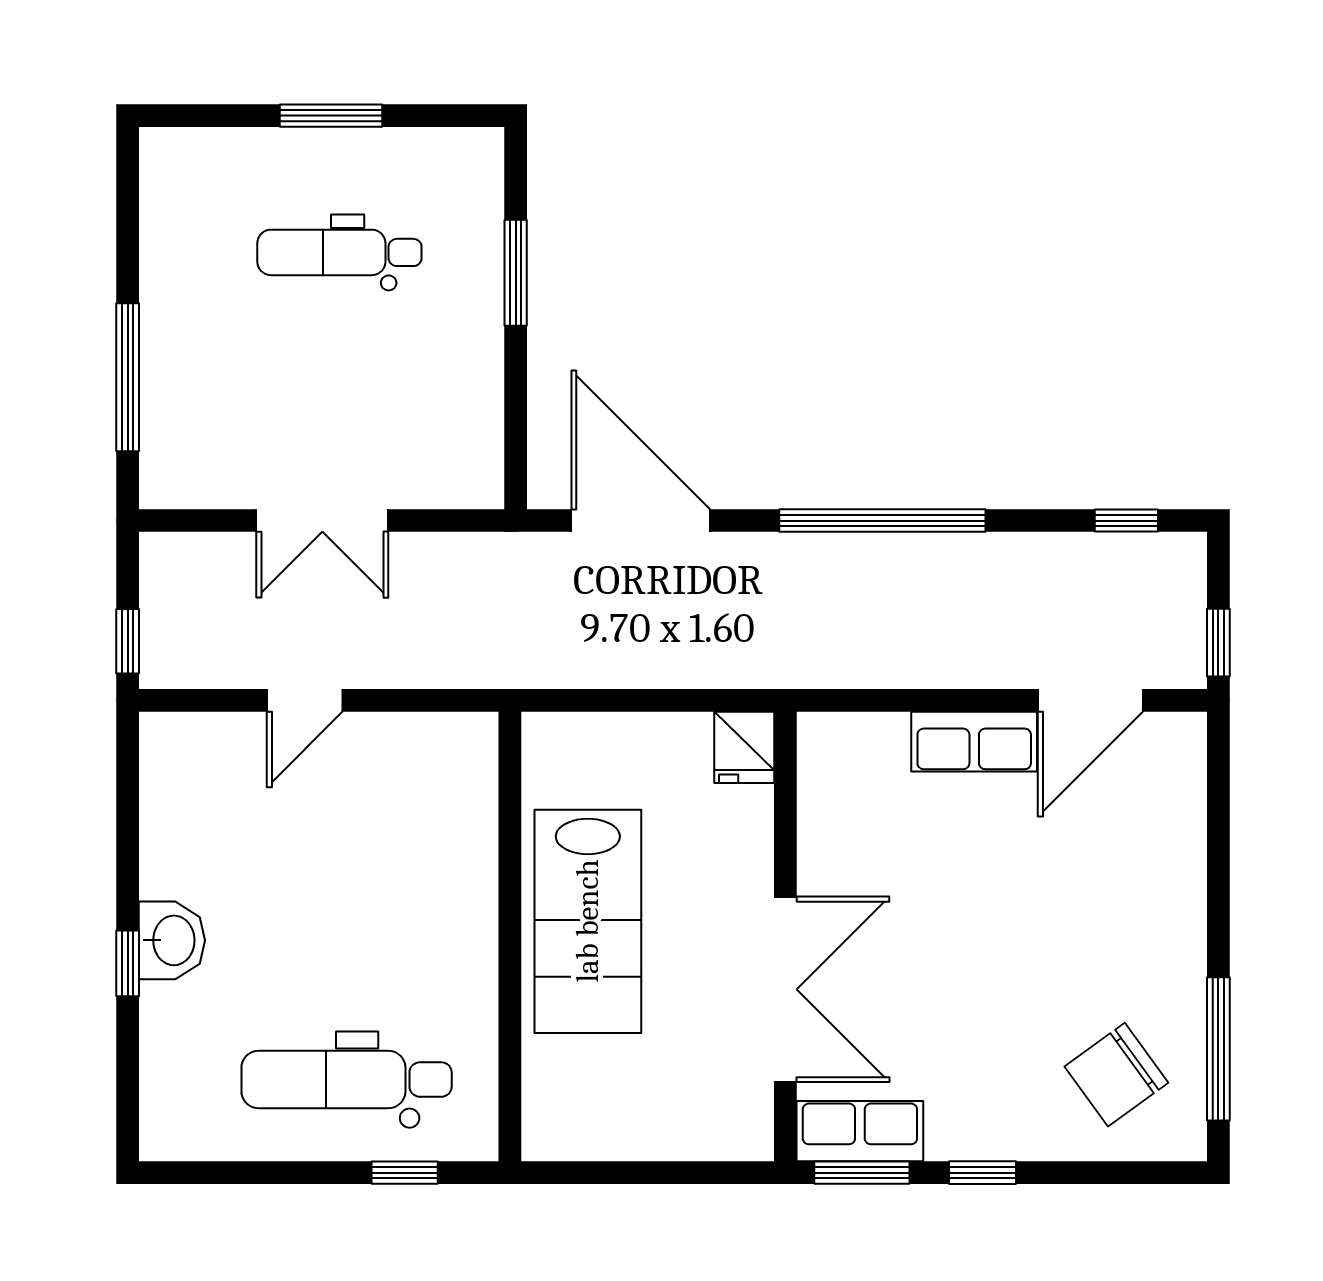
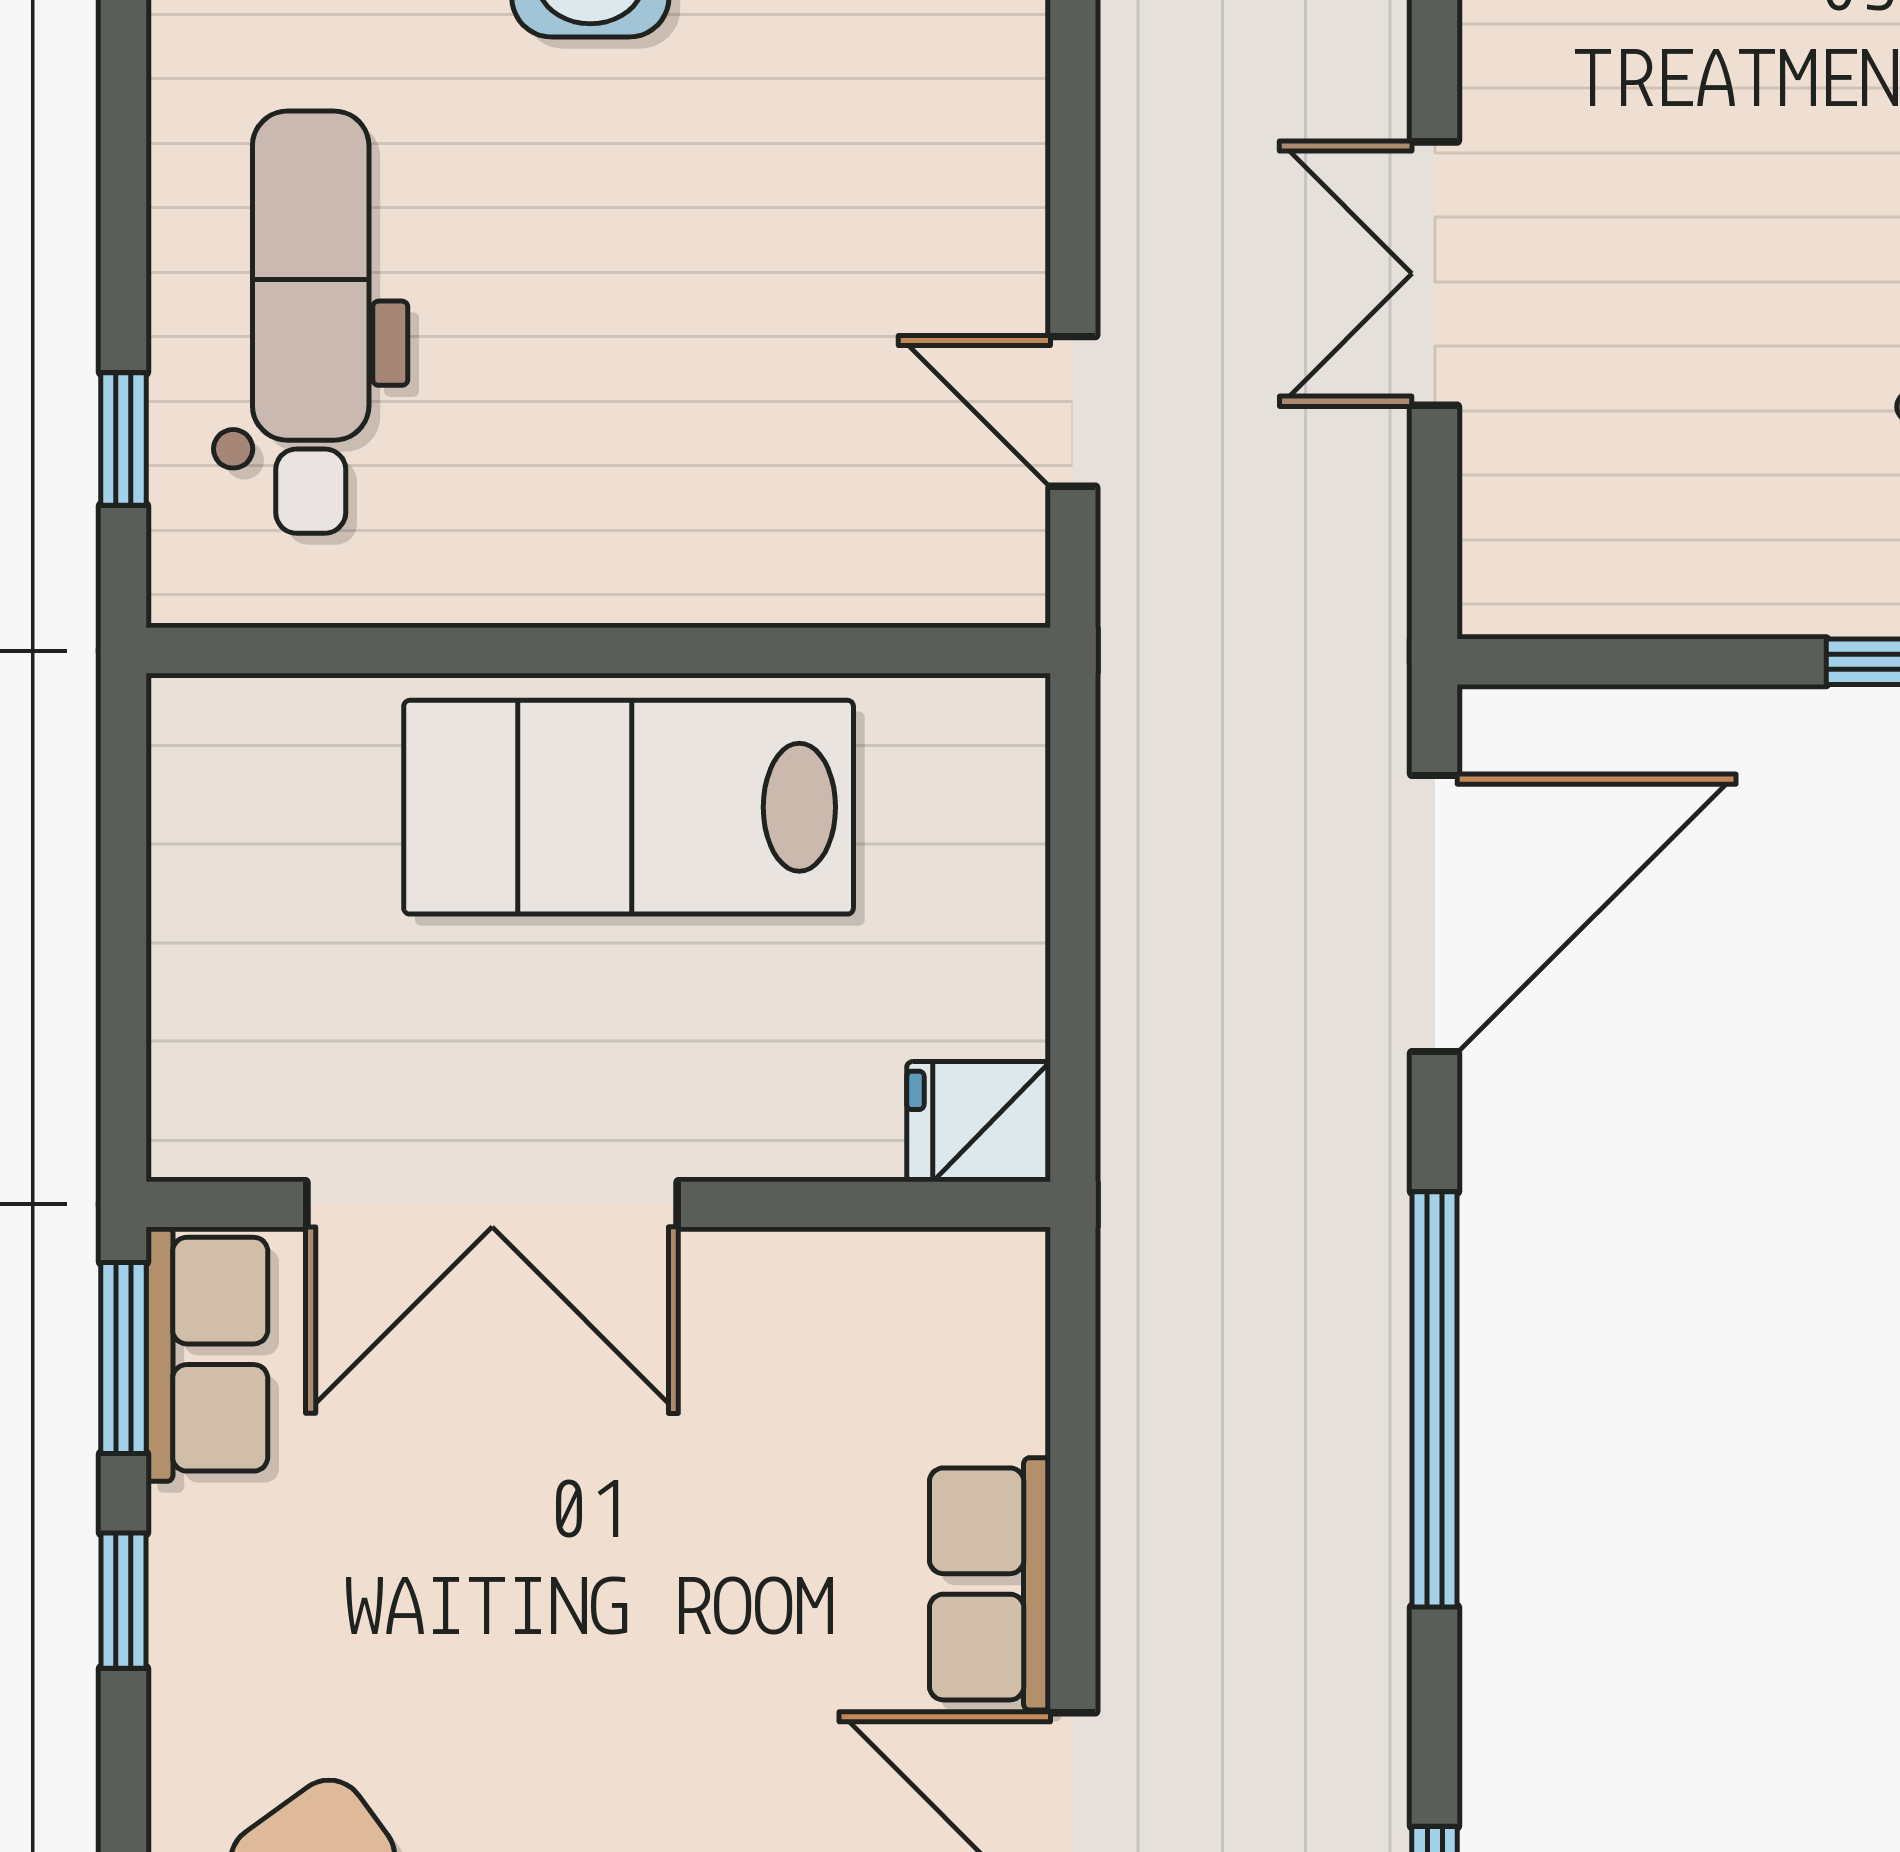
door: (305, 700) -> (1073, 411), moved

